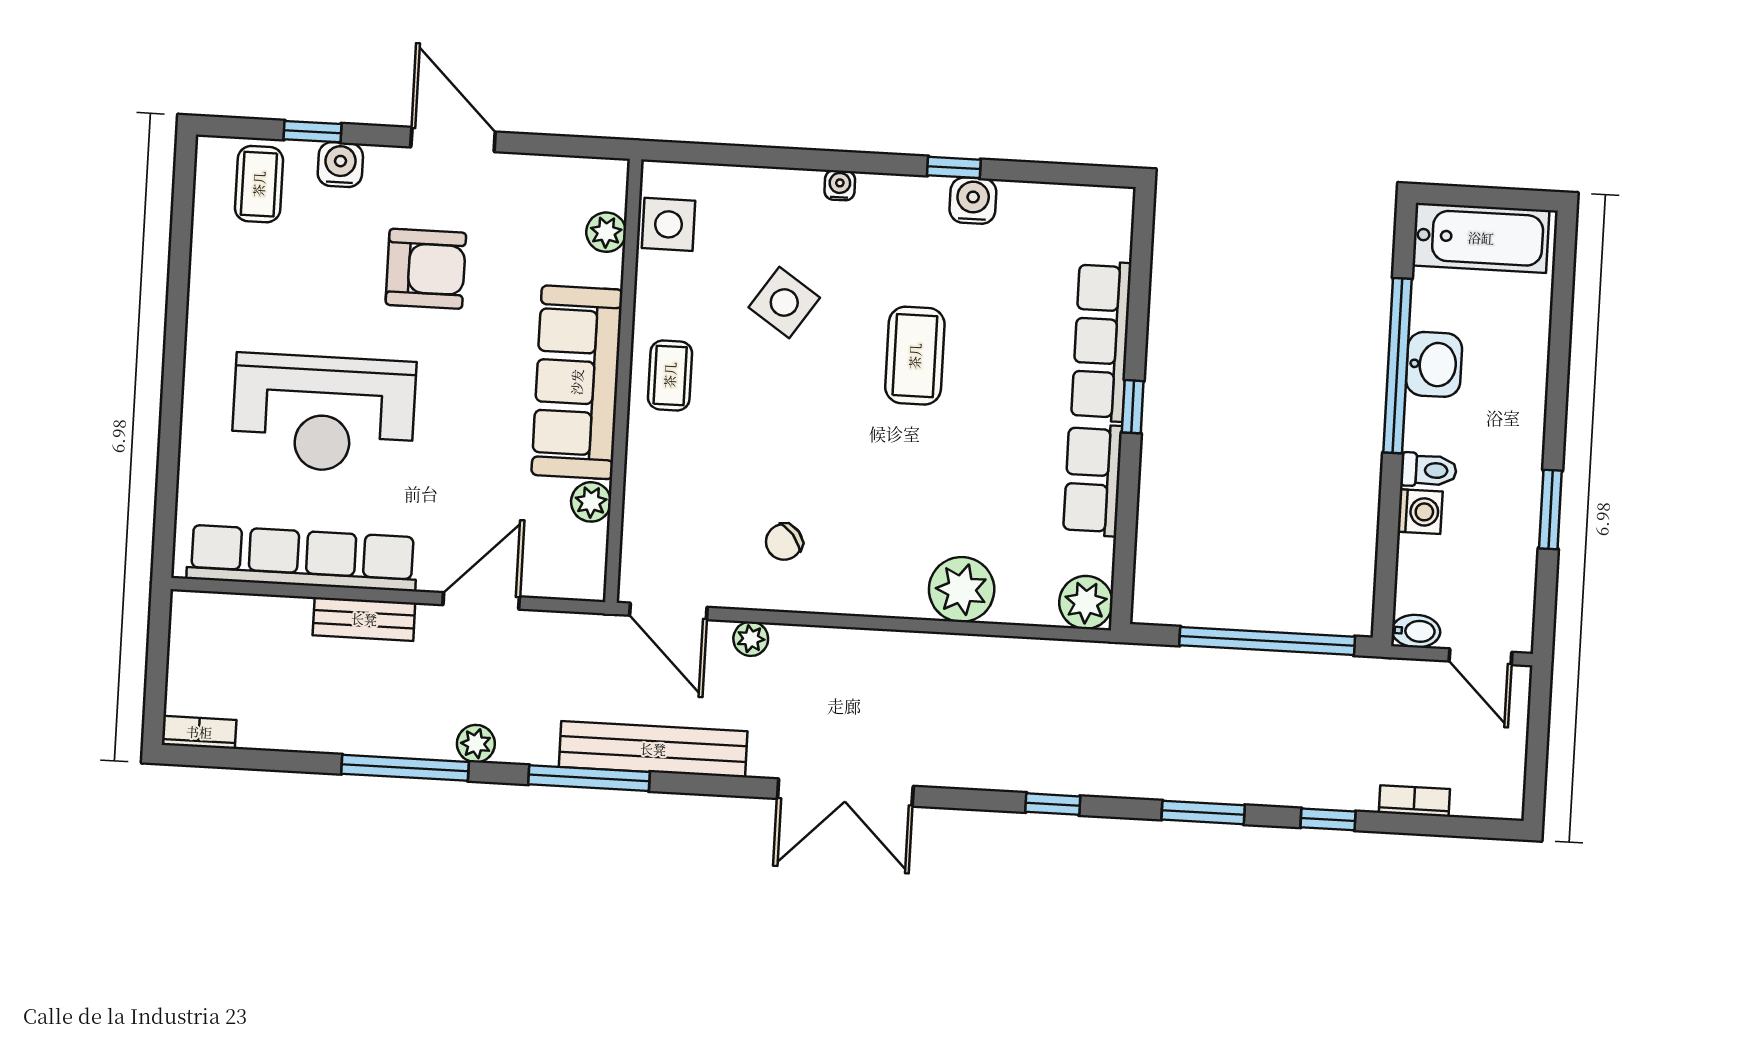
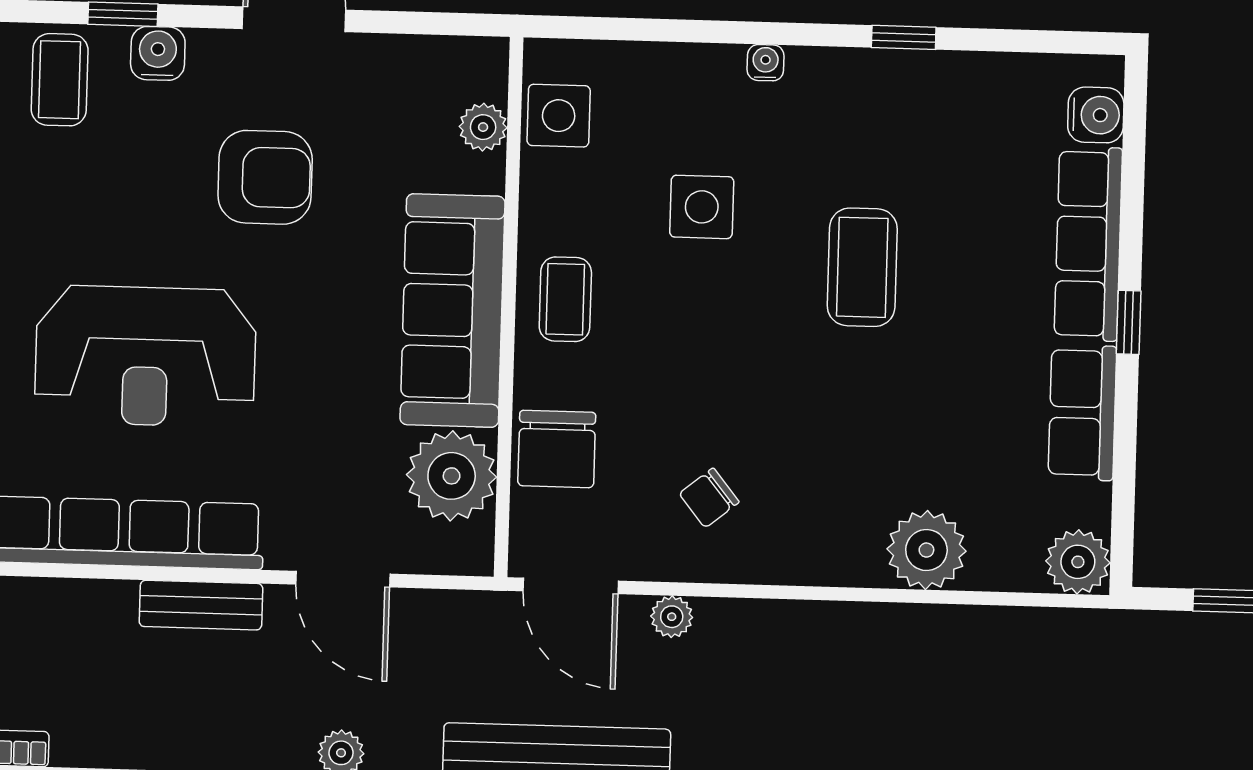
water cooler: (973, 201) -> (1096, 115), moved, turned 90
side table: (784, 302) -> (702, 207), turned -34
chair: (660, 499) -> (557, 449), added
plant: (591, 502) -> (452, 476), width x1.88, depth x1.88
door: (481, 601) -> (343, 579), swing flipped

